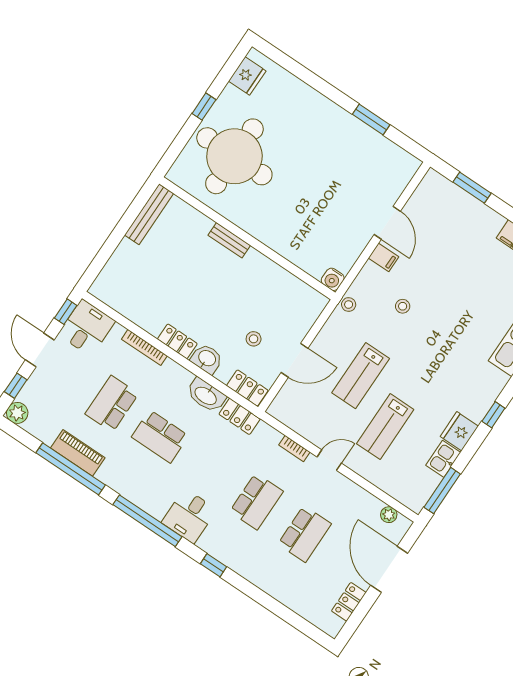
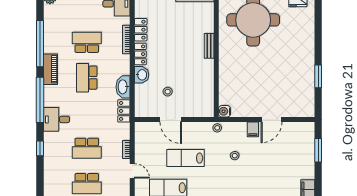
locker: (247, 388) -> (141, 30), moved
piano: (78, 453) -> (50, 69), moved

